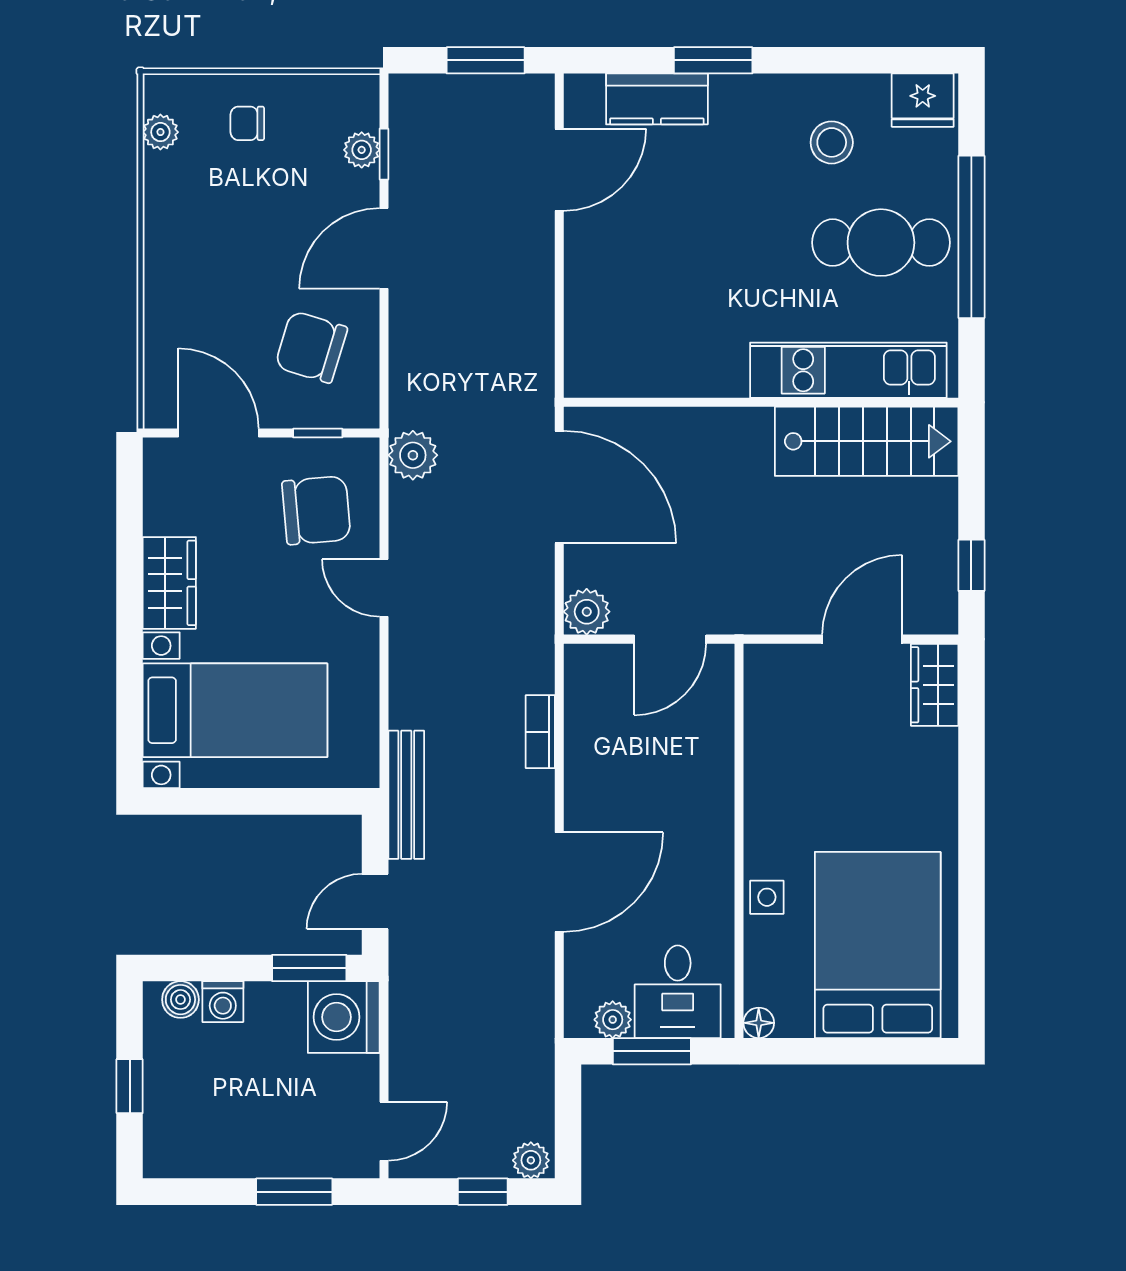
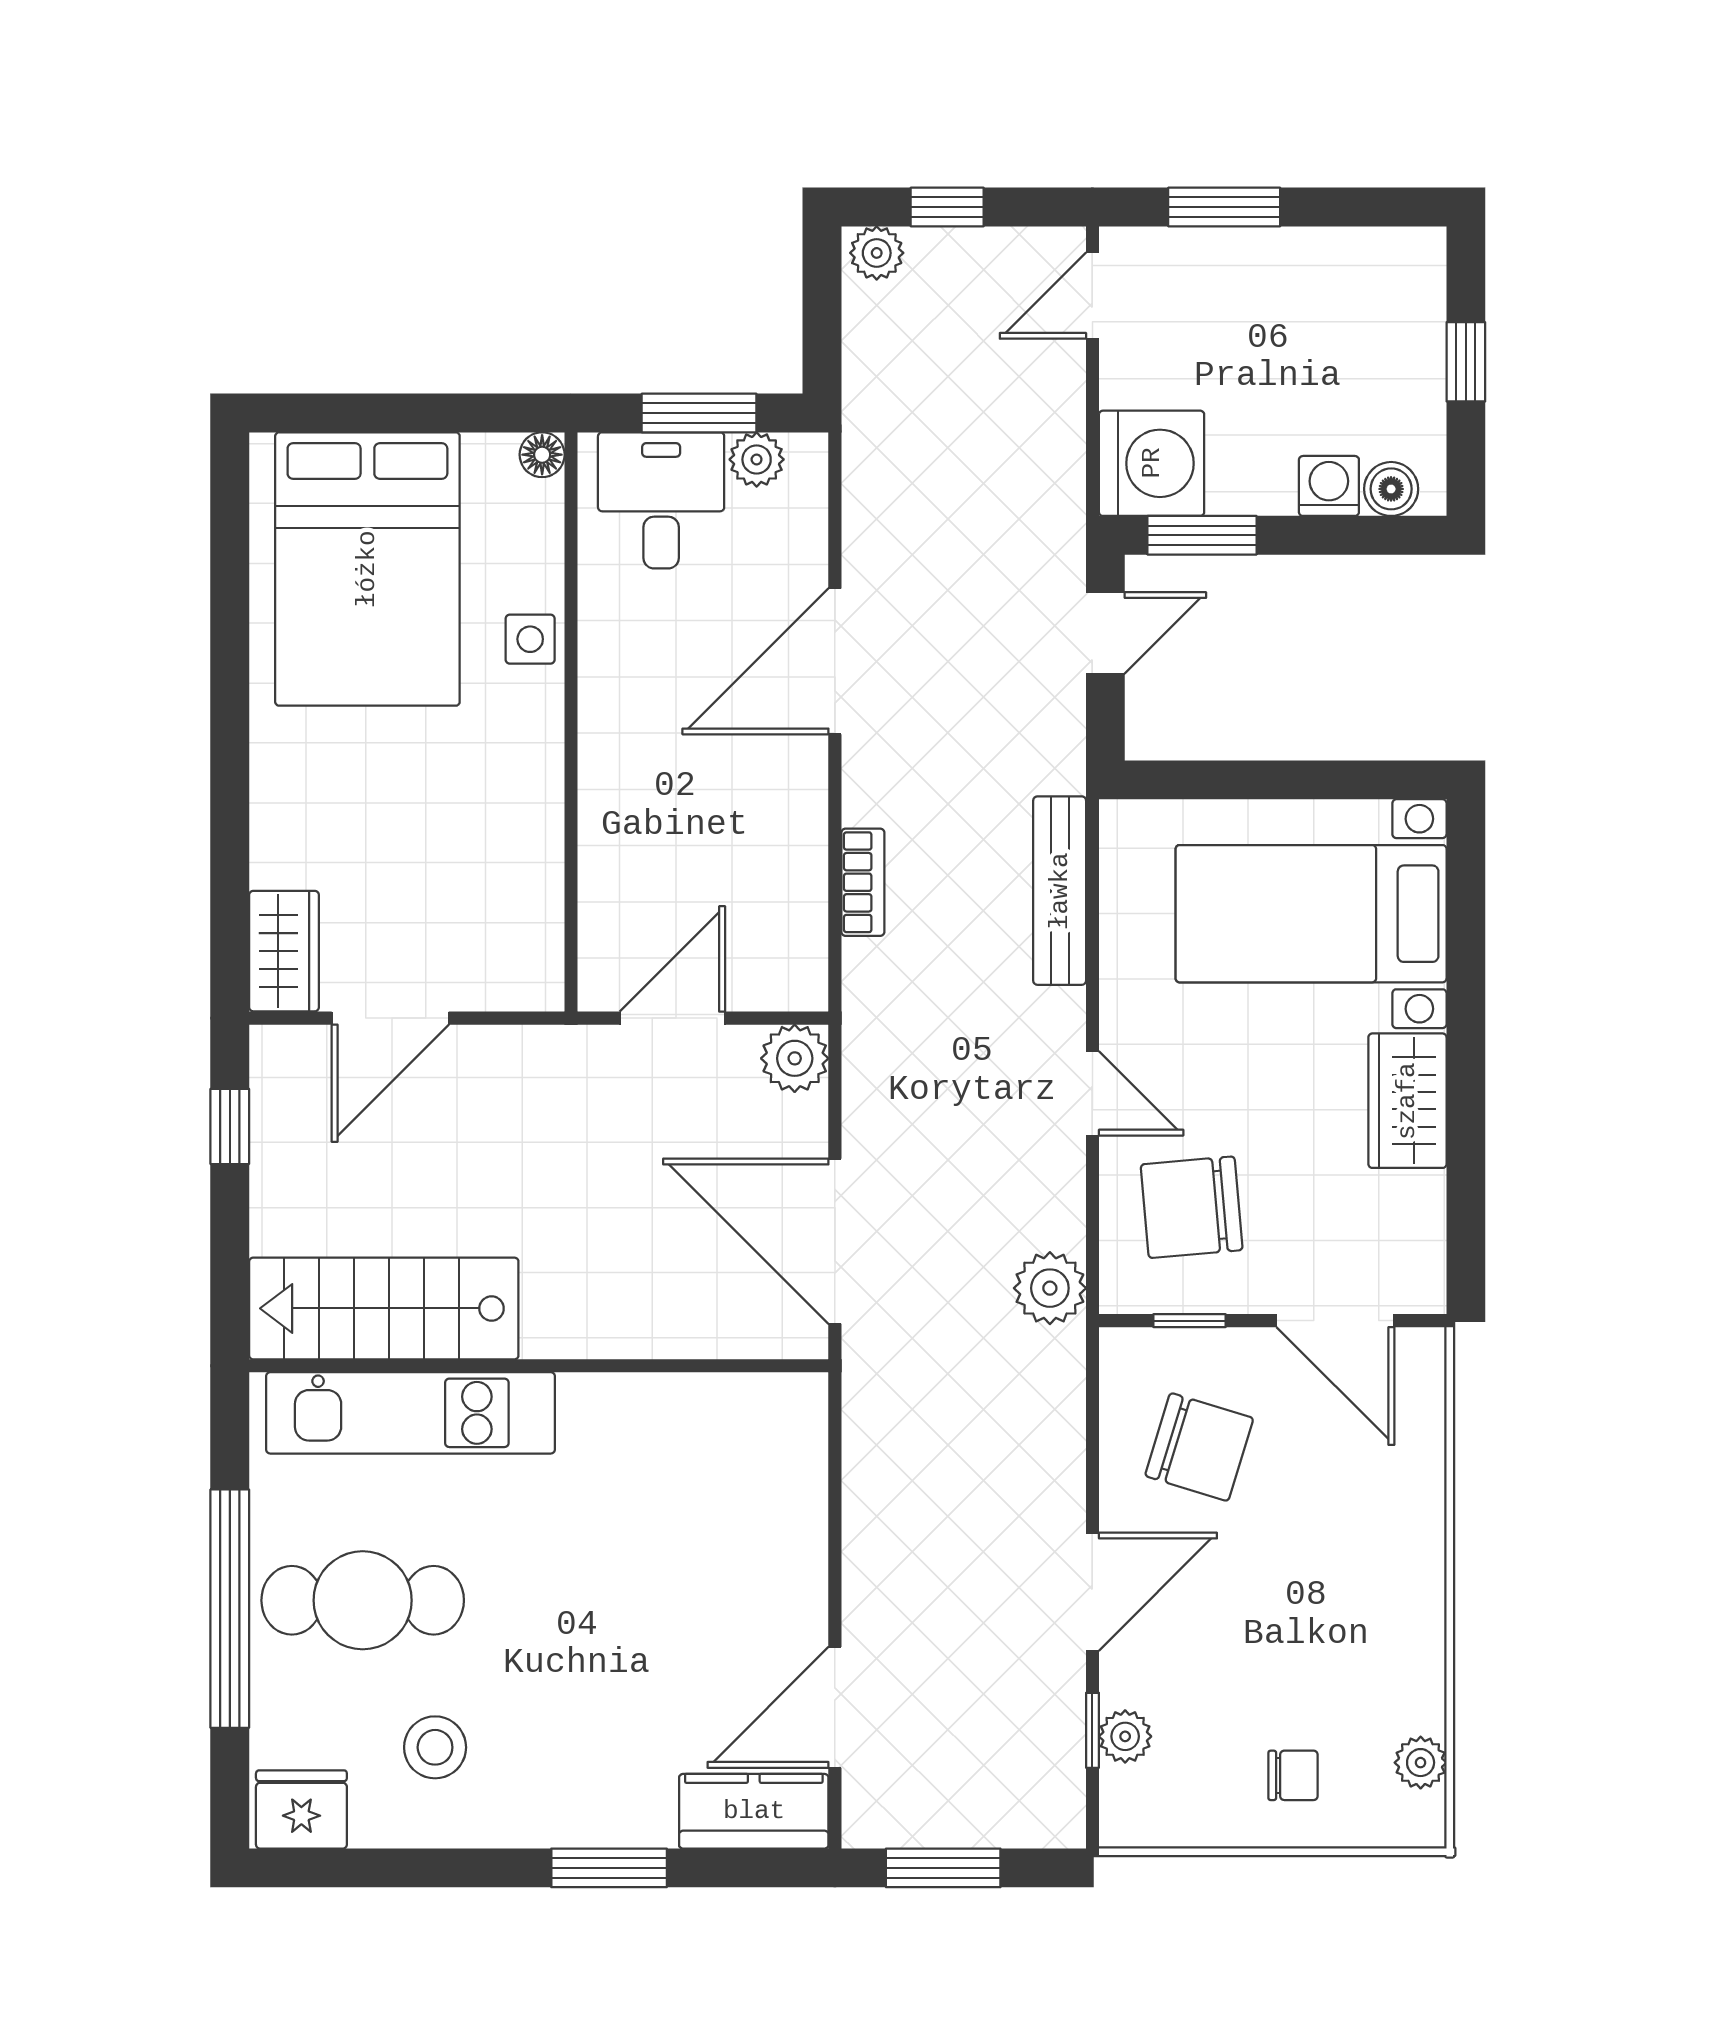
kitchen counter: (657, 99) -> (754, 1811), moved
bench: (406, 795) -> (1060, 891), moved

